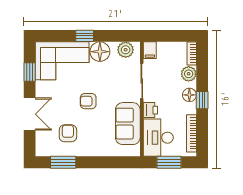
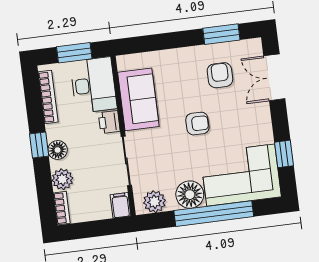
window: (85, 36) -> (214, 214), width x3.17
double door: (30, 114) -> (274, 77), moved
armchair: (68, 133) -> (220, 75), turned 180

